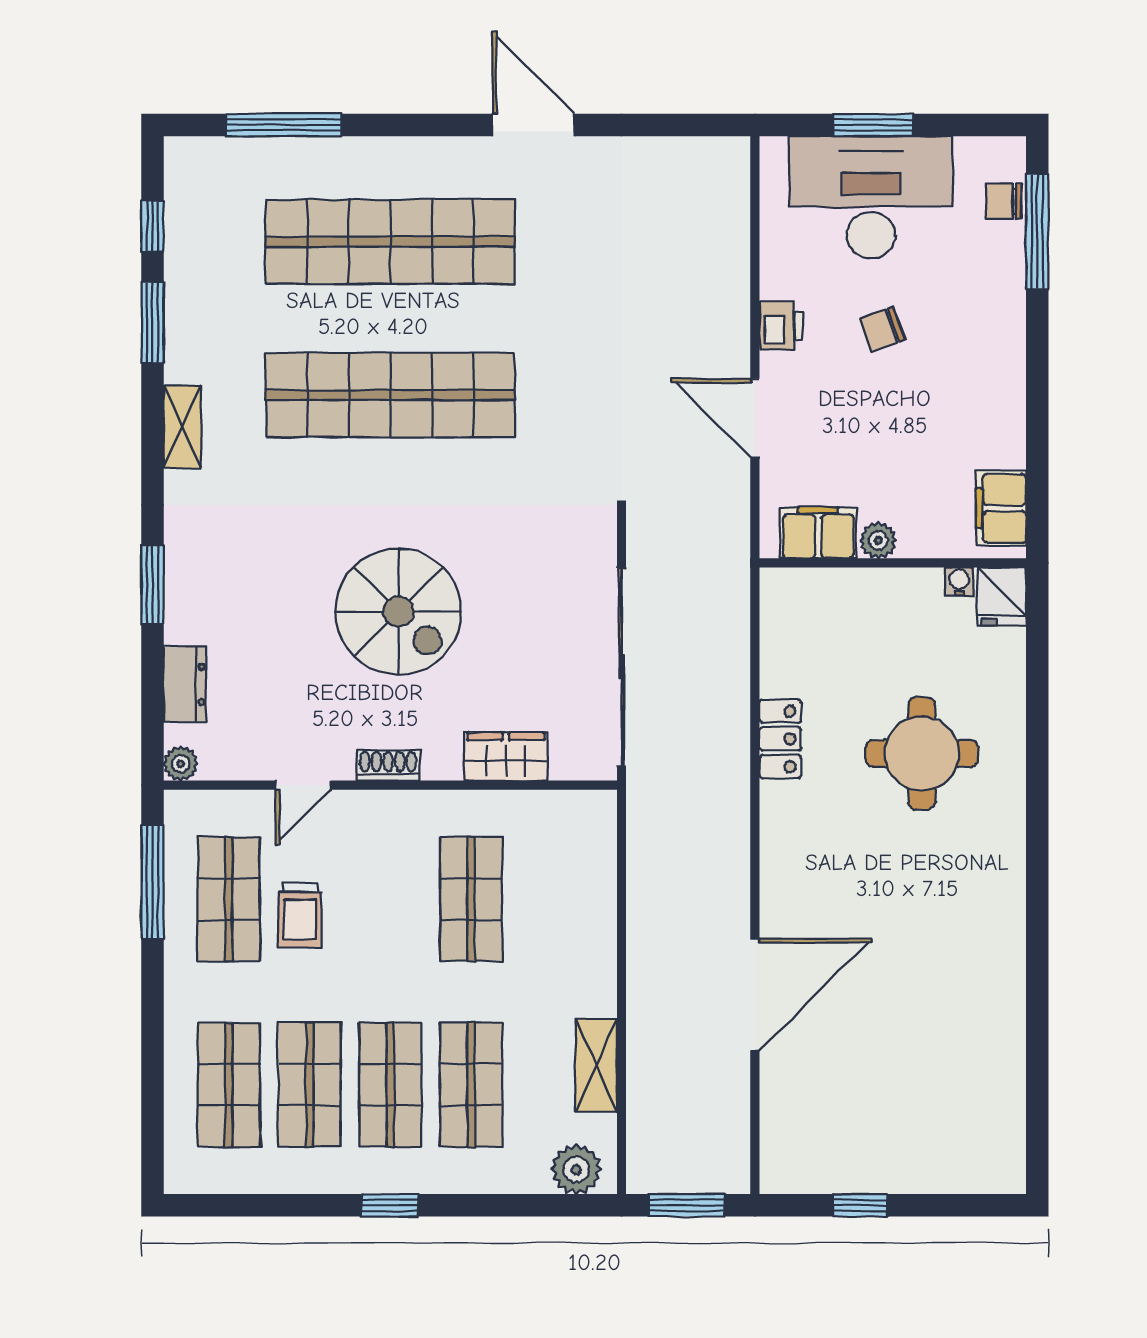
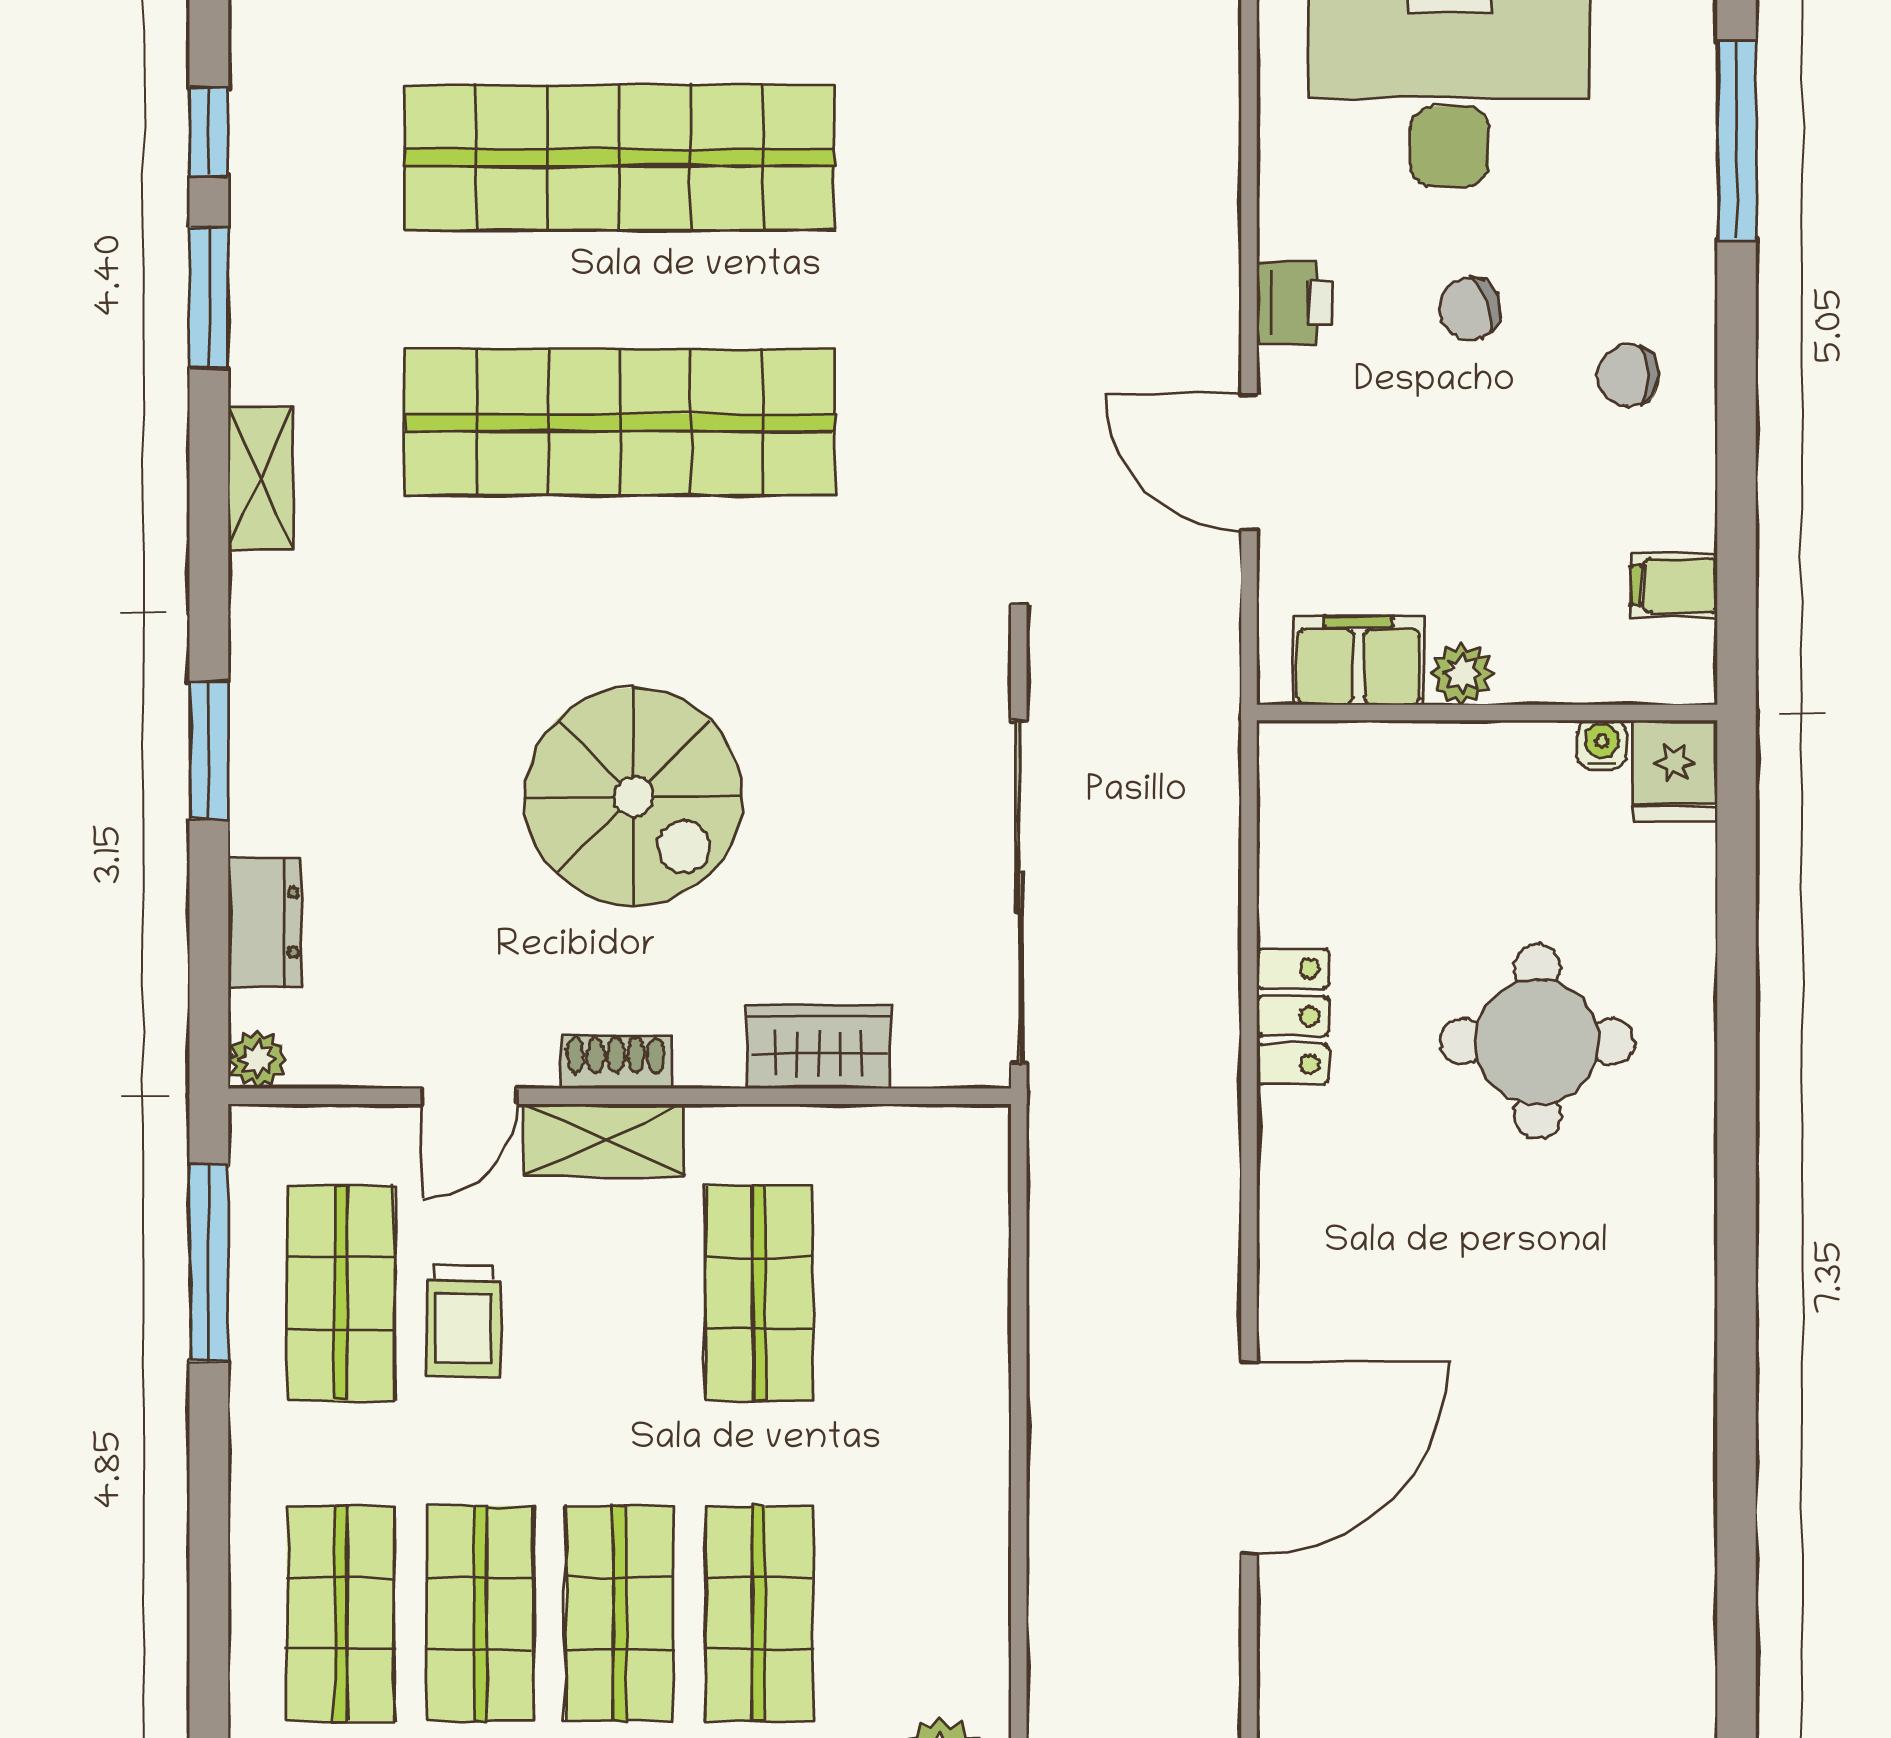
chair: (1004, 201) -> (1628, 376), moved
filing cabinet: (1001, 508) -> (1674, 586), width x0.50
shelving: (596, 1065) -> (604, 1140), moved, turned 90

